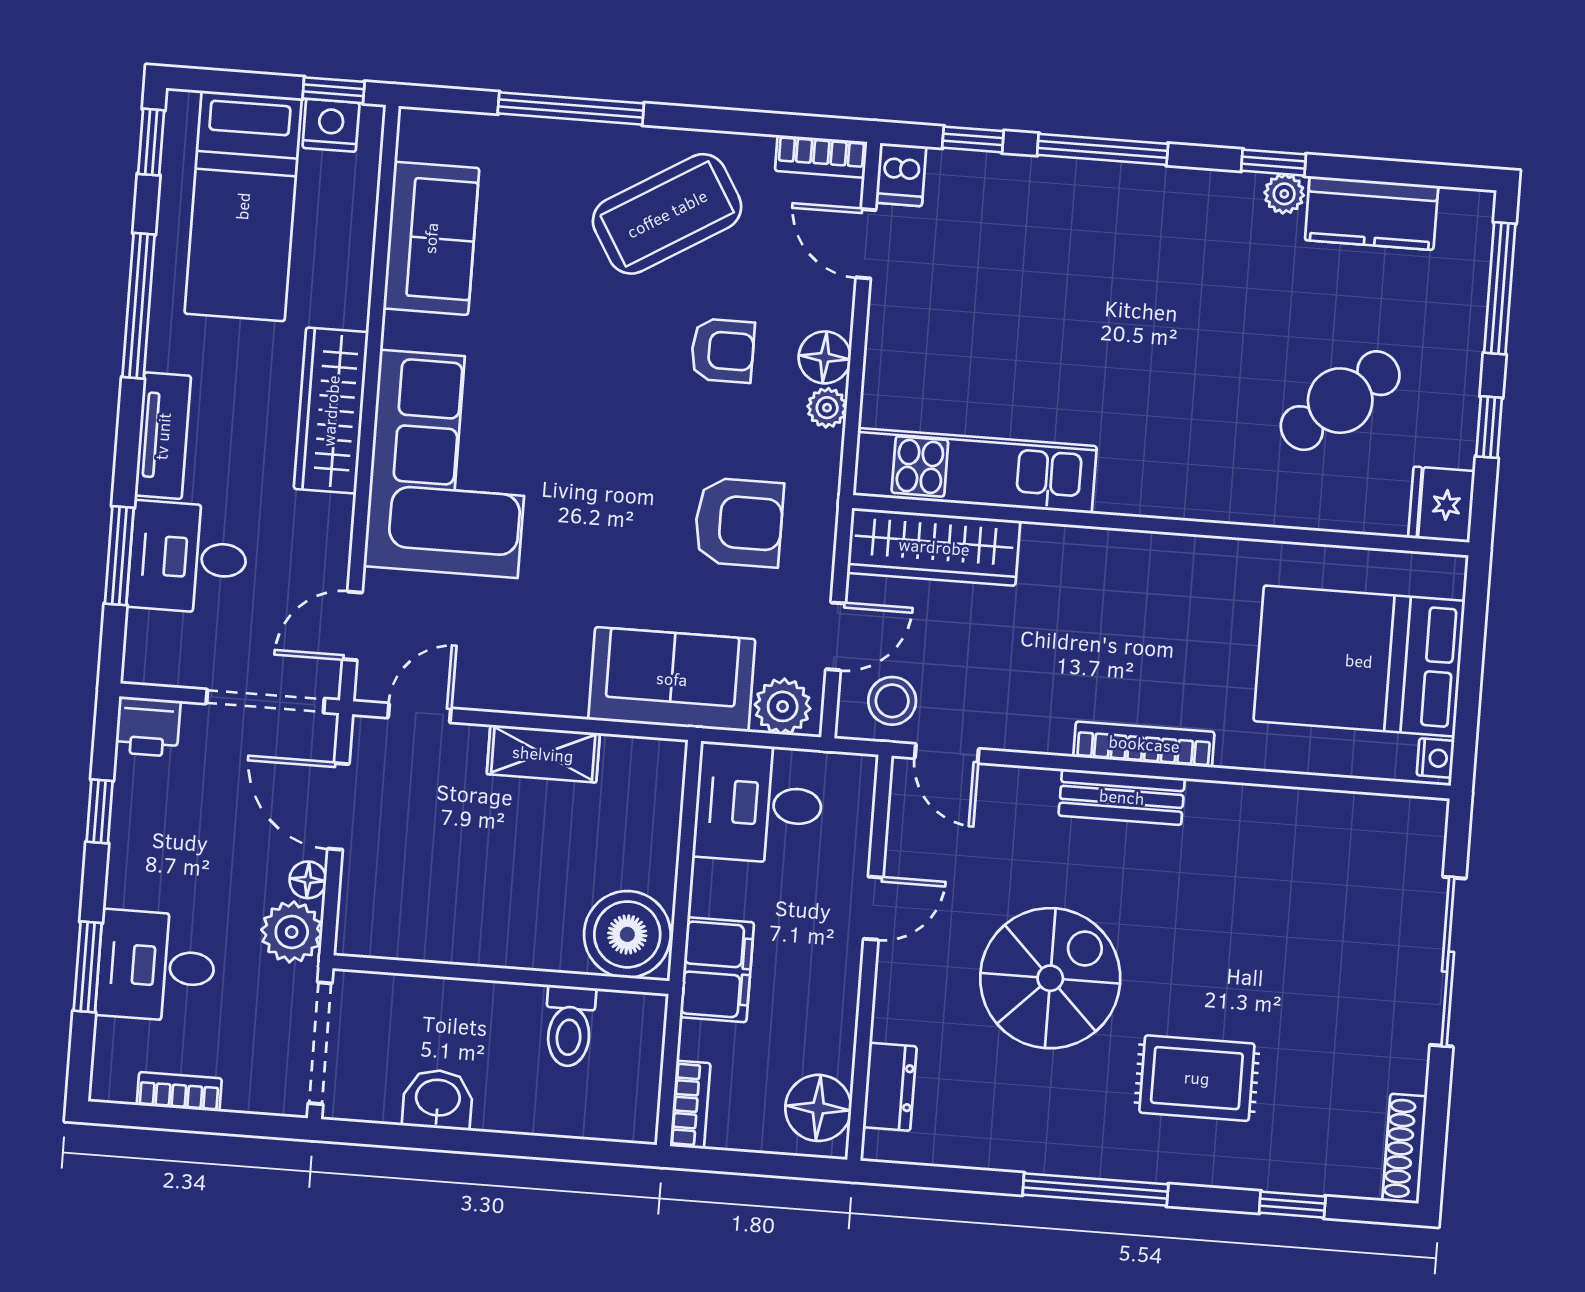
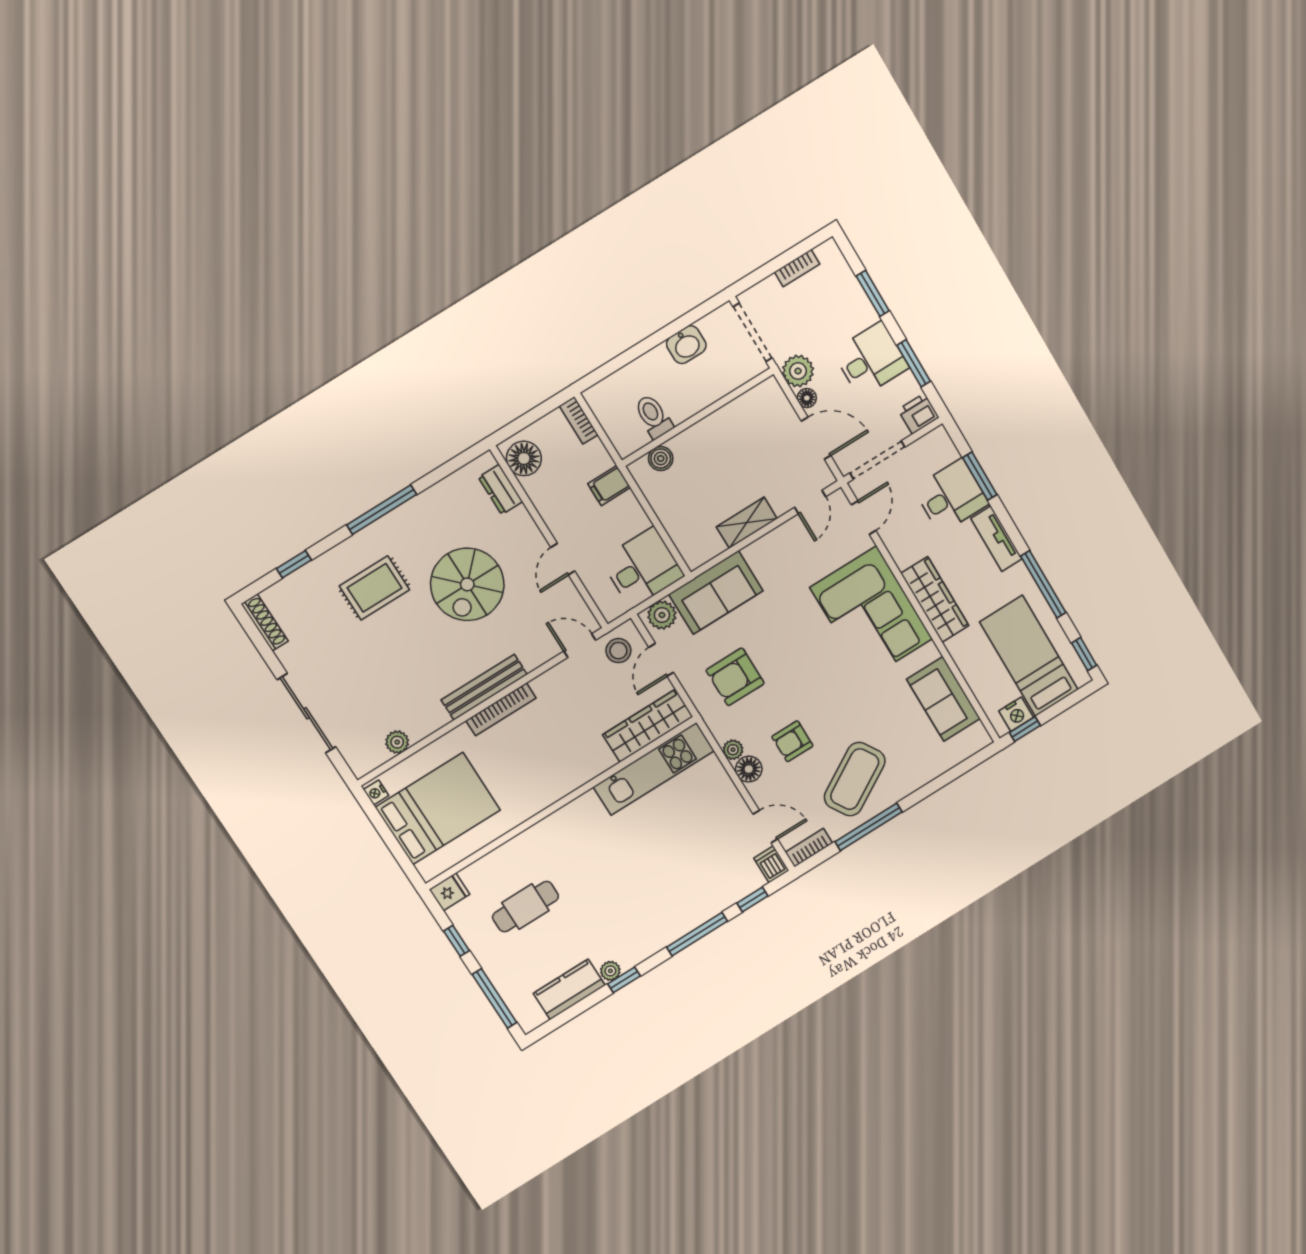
window: (571, 108) -> (869, 827), moved
cafe table: (1340, 401) -> (525, 907), turned 40
fridge: (1442, 505) -> (450, 892), width x0.72
bench: (1122, 797) -> (484, 687), width x1.36
window: (100, 811) -> (914, 363), width x1.50
plant: (1343, 813) -> (397, 742), added
boiler: (627, 934) -> (661, 458), width x0.54, depth x0.54
desk: (156, 966) -> (871, 360), moved
filing cabinet: (717, 970) -> (609, 486), width x0.50

